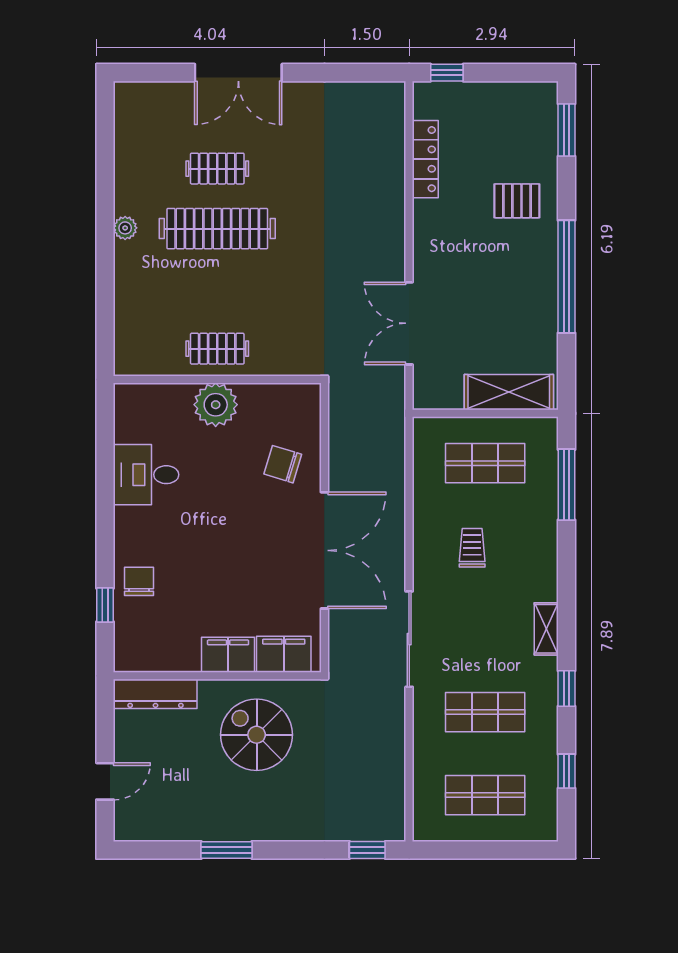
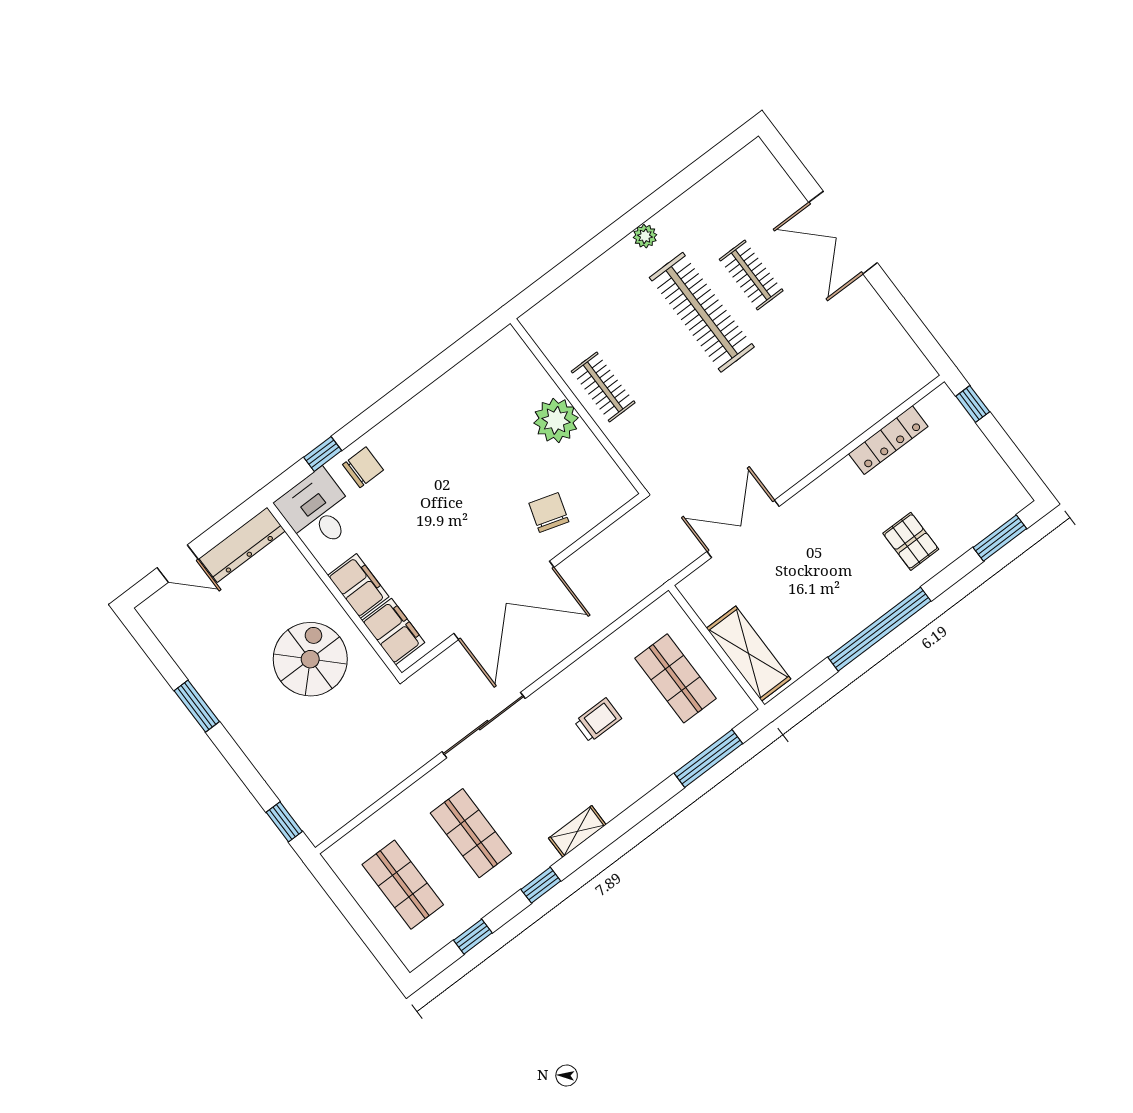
desk: (146, 475) -> (318, 511), moved
dresser: (156, 694) -> (242, 545), moved, turned -90

